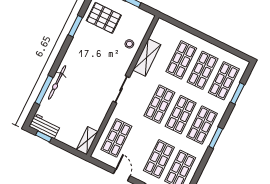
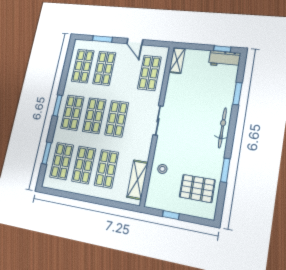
shelving: (147, 57) -> (137, 180), moved
bicycle: (57, 82) -> (222, 128), moved
window: (44, 90) -> (237, 94), width x0.69

